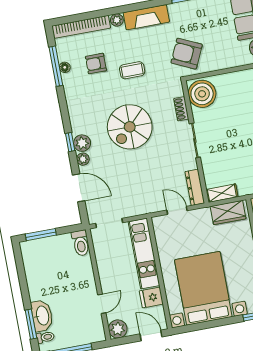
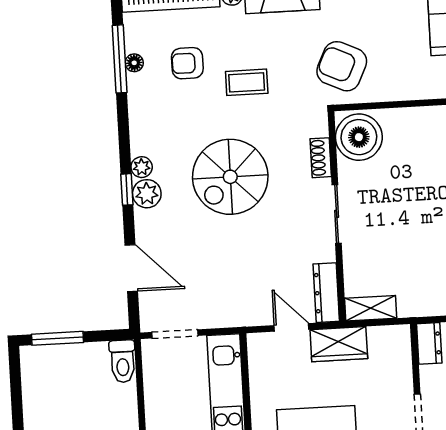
plant: (83, 159) -> (142, 167), moved
wardrobe: (228, 212) -> (339, 344), moved

